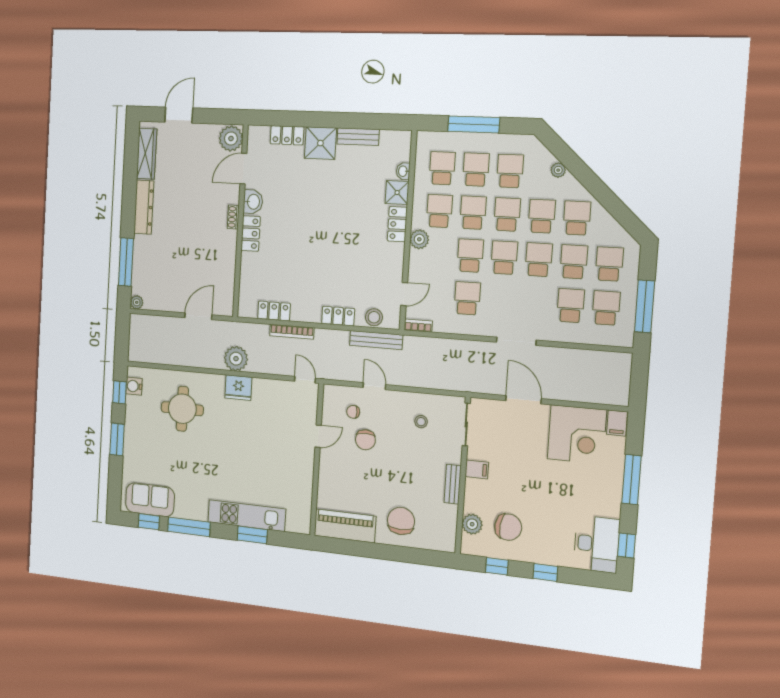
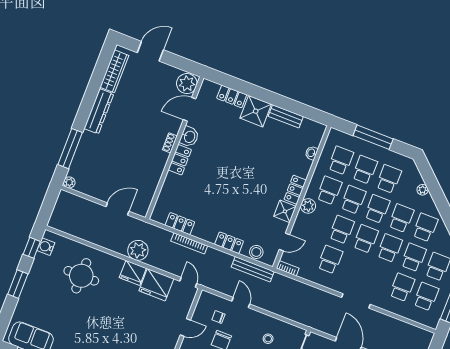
shower: (397, 193) -> (285, 211), moved
fridge: (269, 394) -> (156, 285), added

